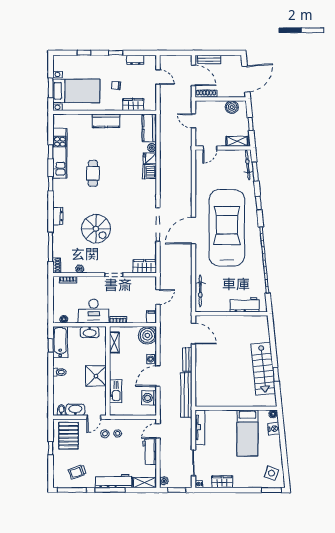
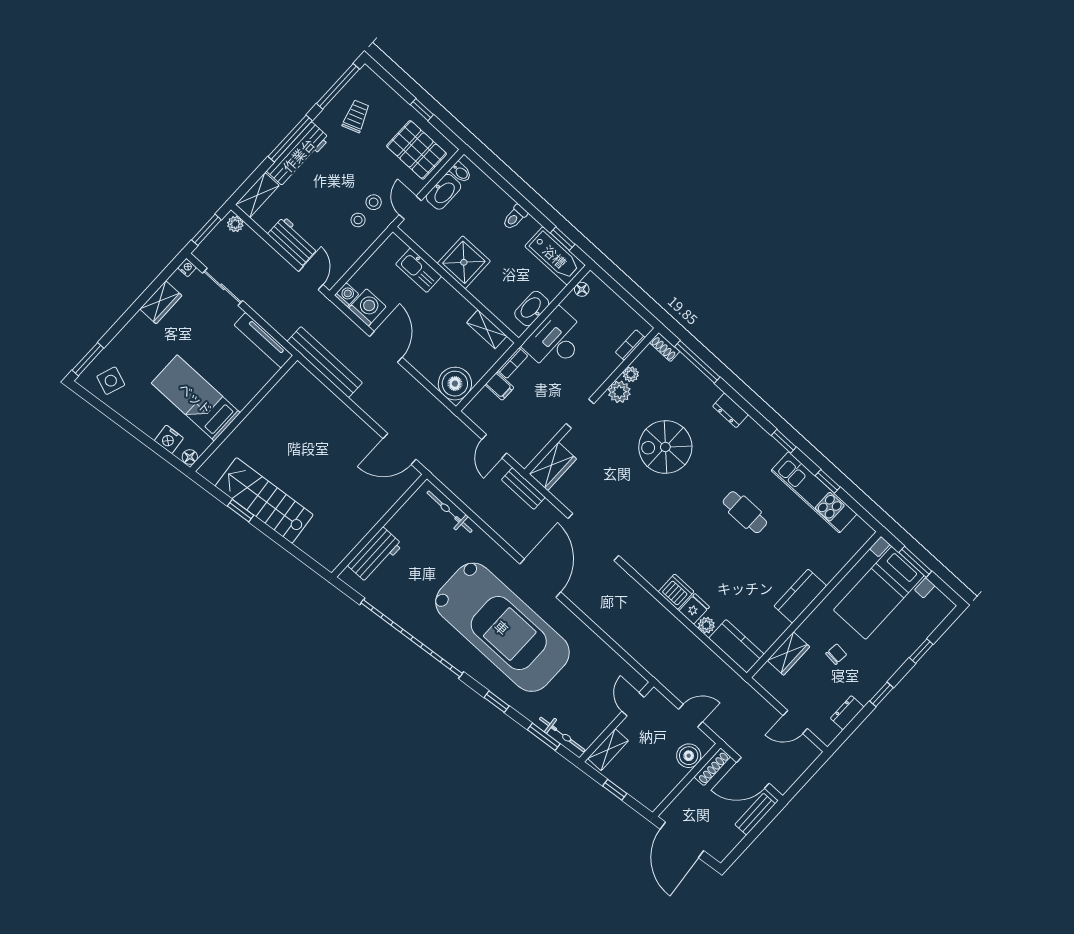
boiler: (232, 107) -> (689, 756), moved
plant: (91, 267) -> (619, 392), added
filing cabinet: (151, 317) -> (499, 386), moved
washing machine: (152, 359) -> (347, 295), moved
bench: (187, 360) -> (523, 489), moved

